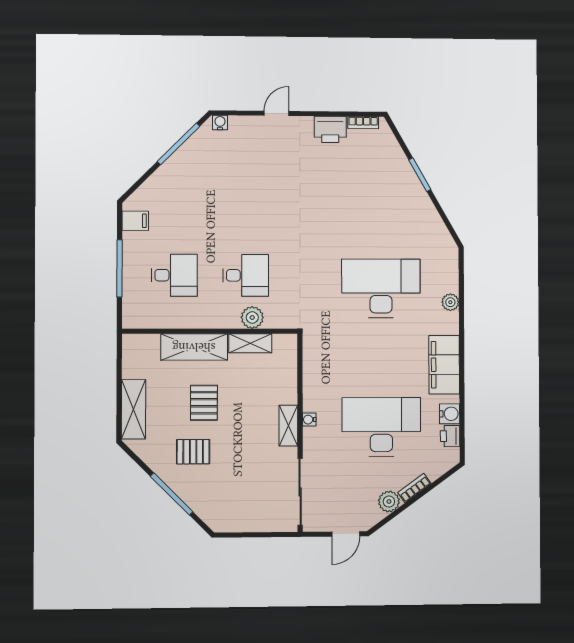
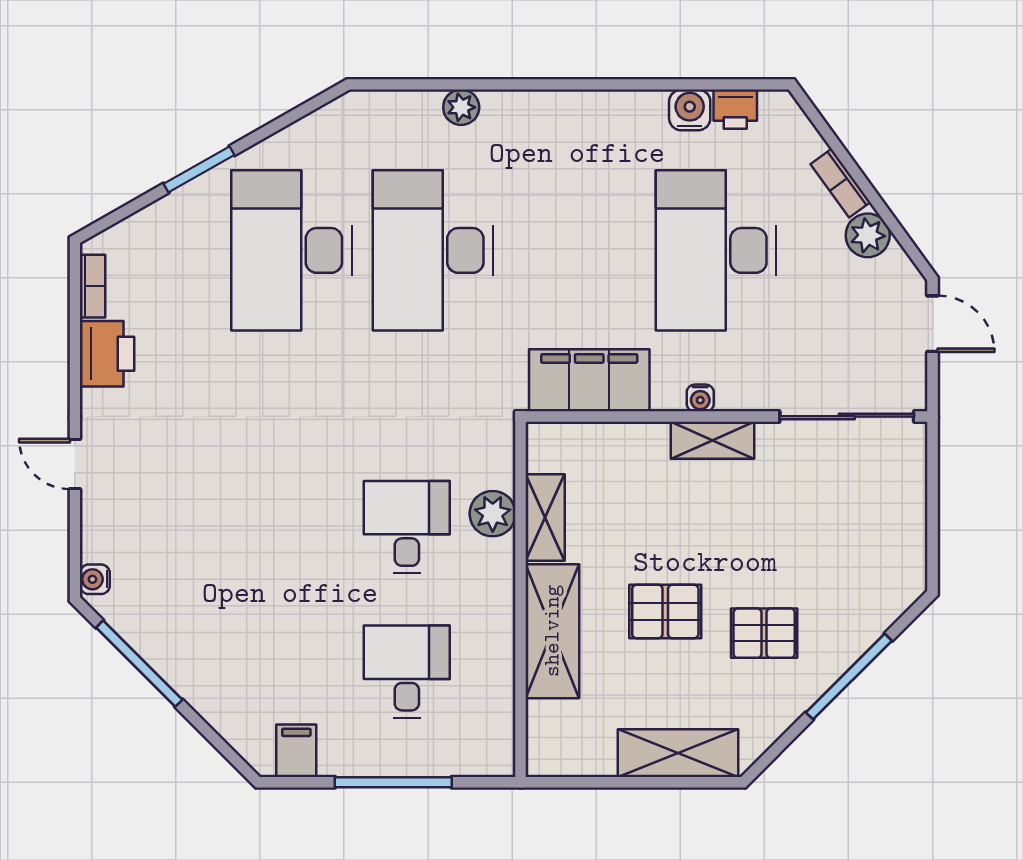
desk: (381, 219) -> (291, 250), added
filing cabinet: (444, 365) -> (589, 380), moved, turned 180
pallet: (193, 452) -> (764, 633), turned 90

